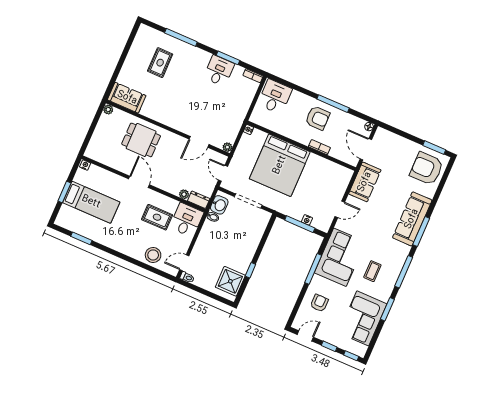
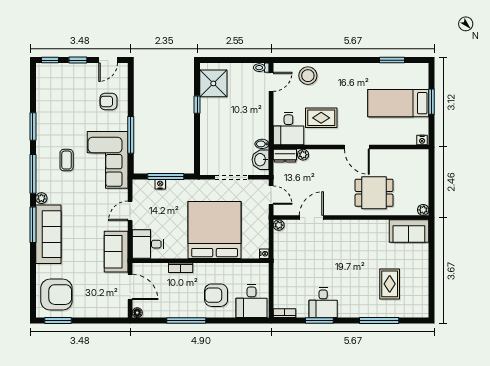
armchair: (318, 118) -> (216, 295), moved
desk: (337, 177) -> (148, 244), added
plant: (405, 250) -> (41, 198), added
armchair: (319, 303) -> (108, 101), turned 90
corner sofa: (363, 318) -> (55, 105), removed

